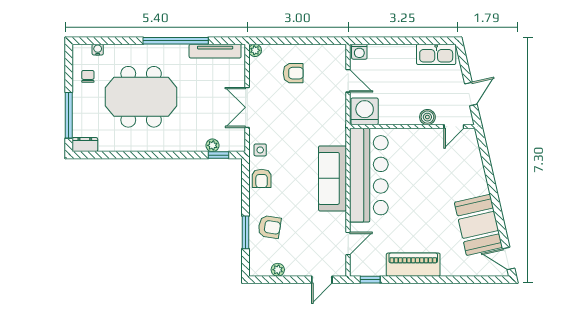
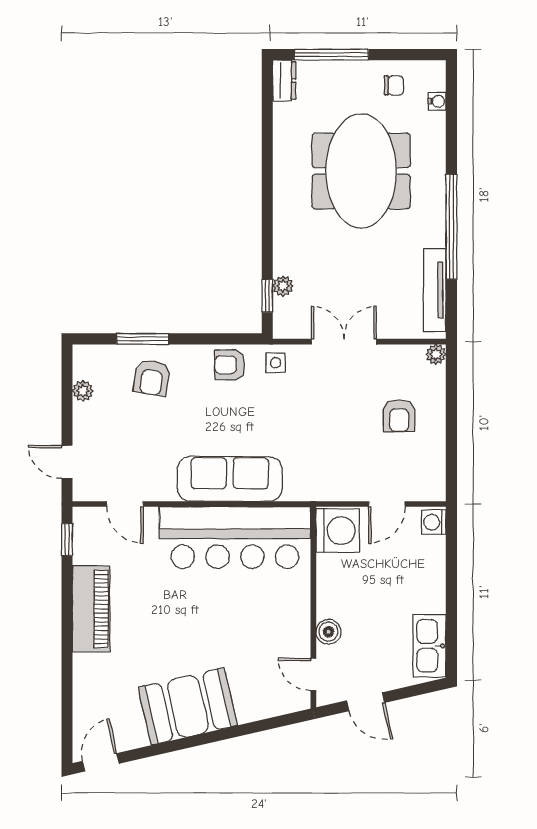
booth: (478, 225) -> (188, 706), moved

